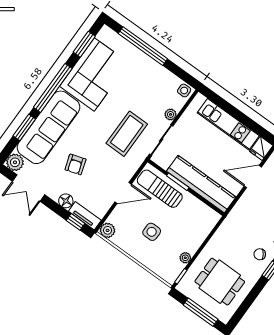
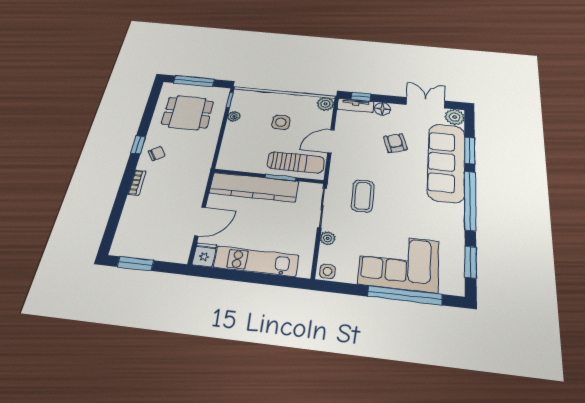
corner sofa: (94, 75) -> (399, 262), moved, turned 90
coffee table: (127, 134) -> (363, 196), width x0.73, depth x0.76

